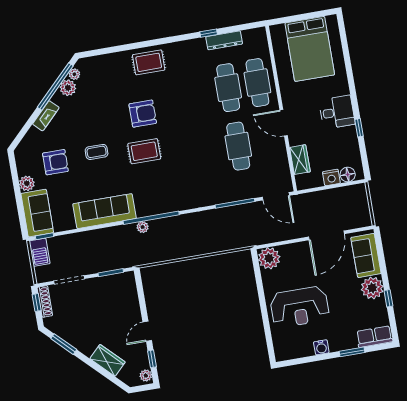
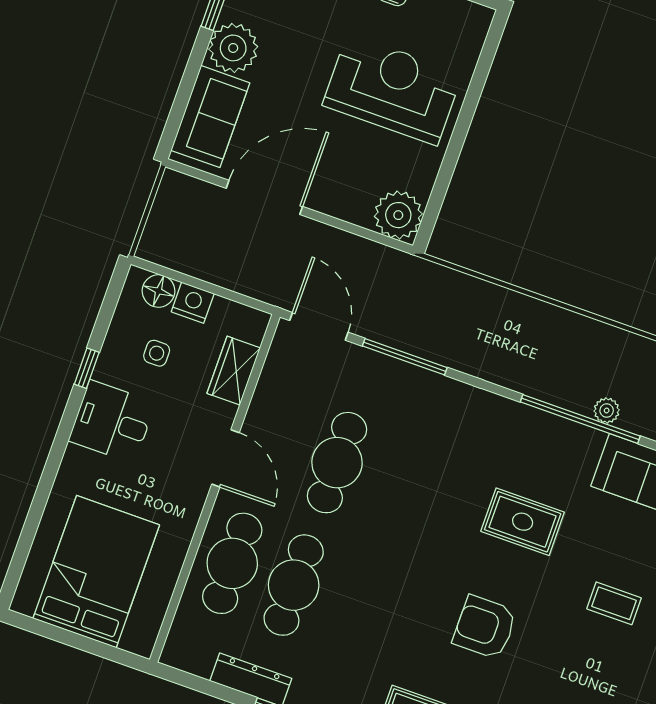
side table: (334, 149) -> (157, 353), added
rug: (144, 151) -> (523, 522), moved

